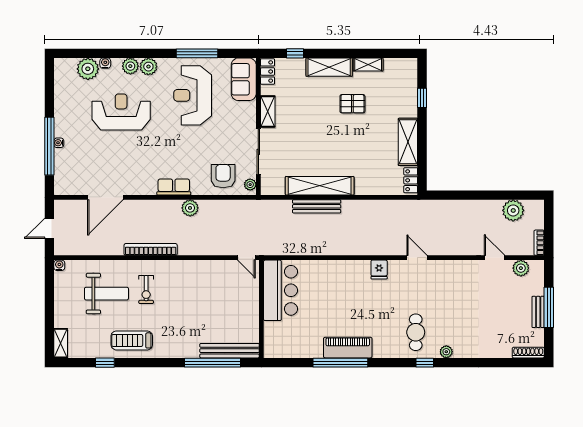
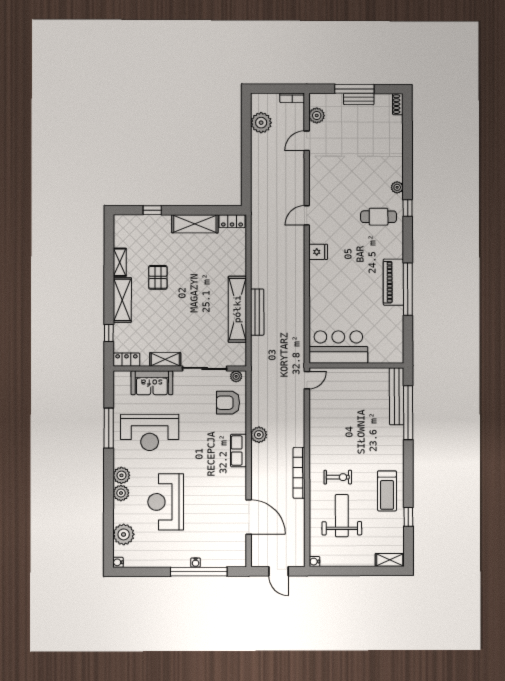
water cooler: (105, 63) -> (118, 562), moved
sofa: (244, 79) -> (152, 383), moved
shoe rack: (528, 353) -> (398, 104), width x0.70

